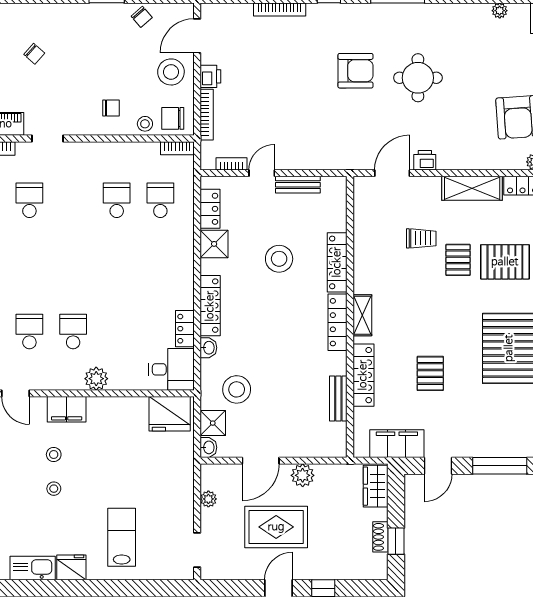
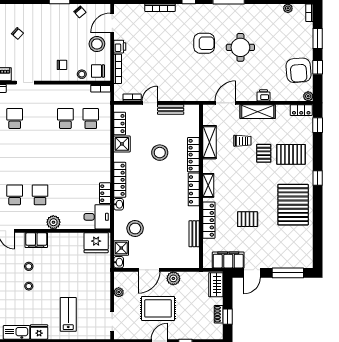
printer: (425, 160) -> (263, 95), moved
shelving: (472, 188) -> (258, 112), moved
shelving: (365, 241) -> (209, 142), added
pallet: (430, 373) -> (248, 219), turned 90

